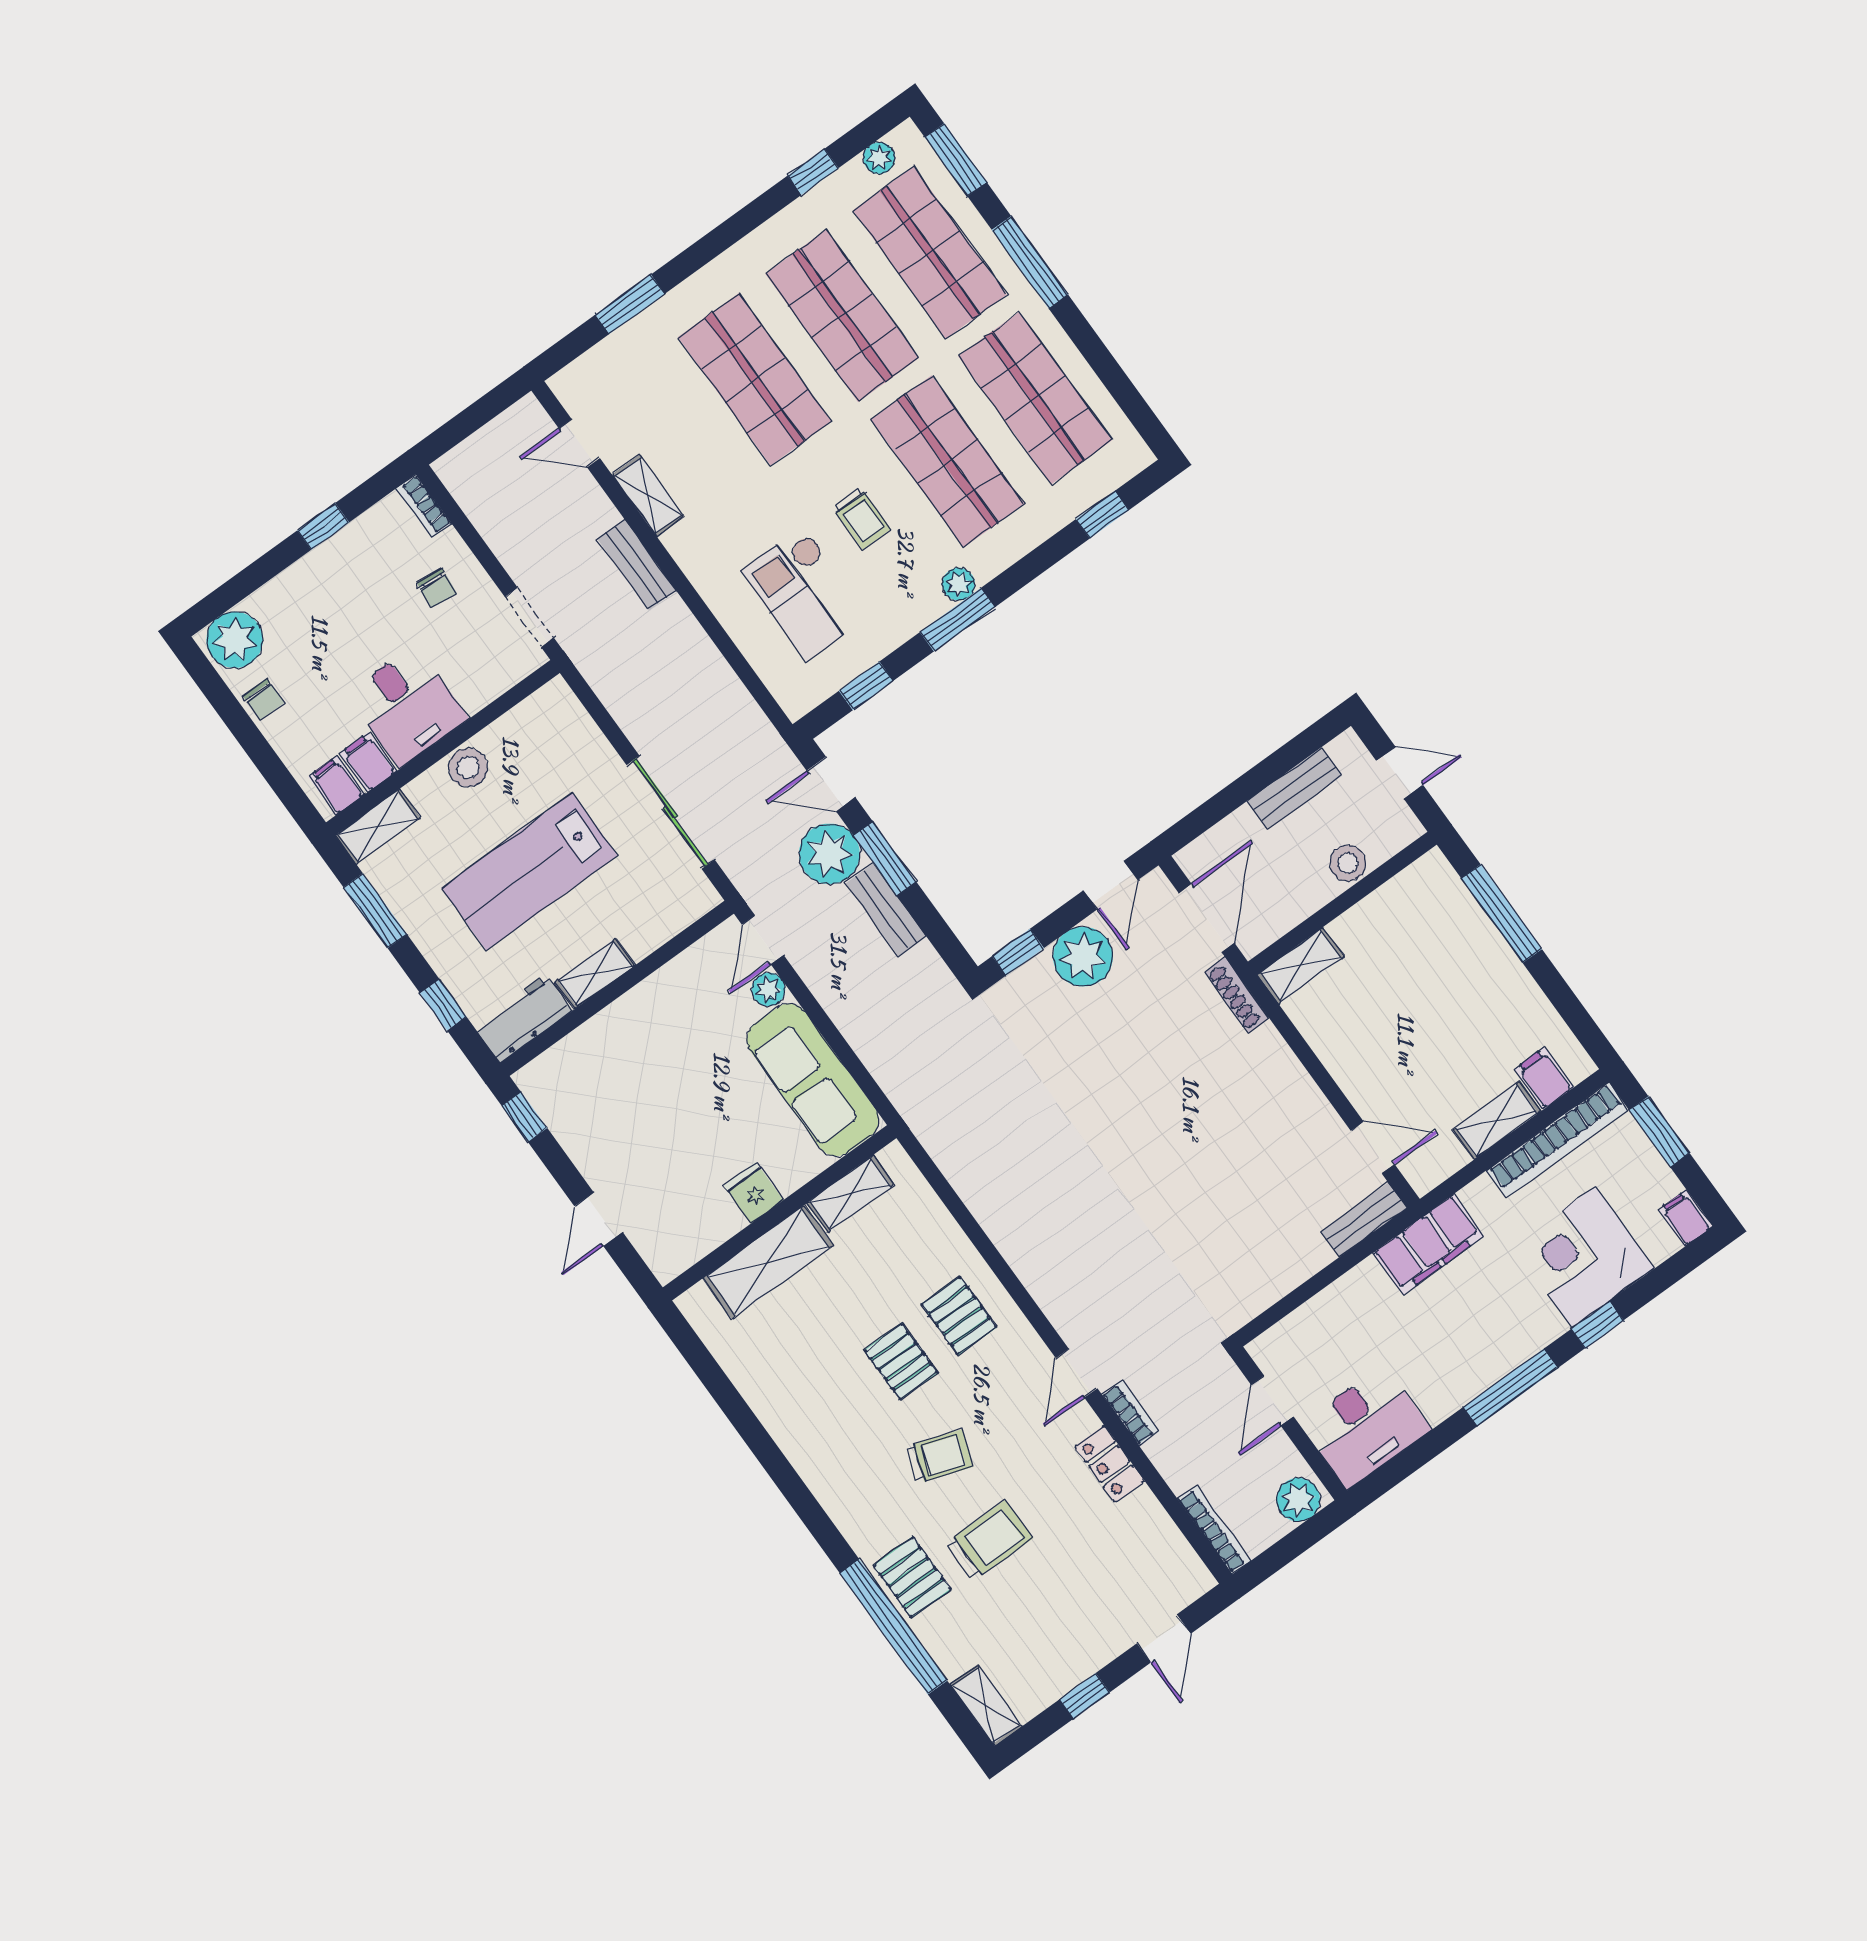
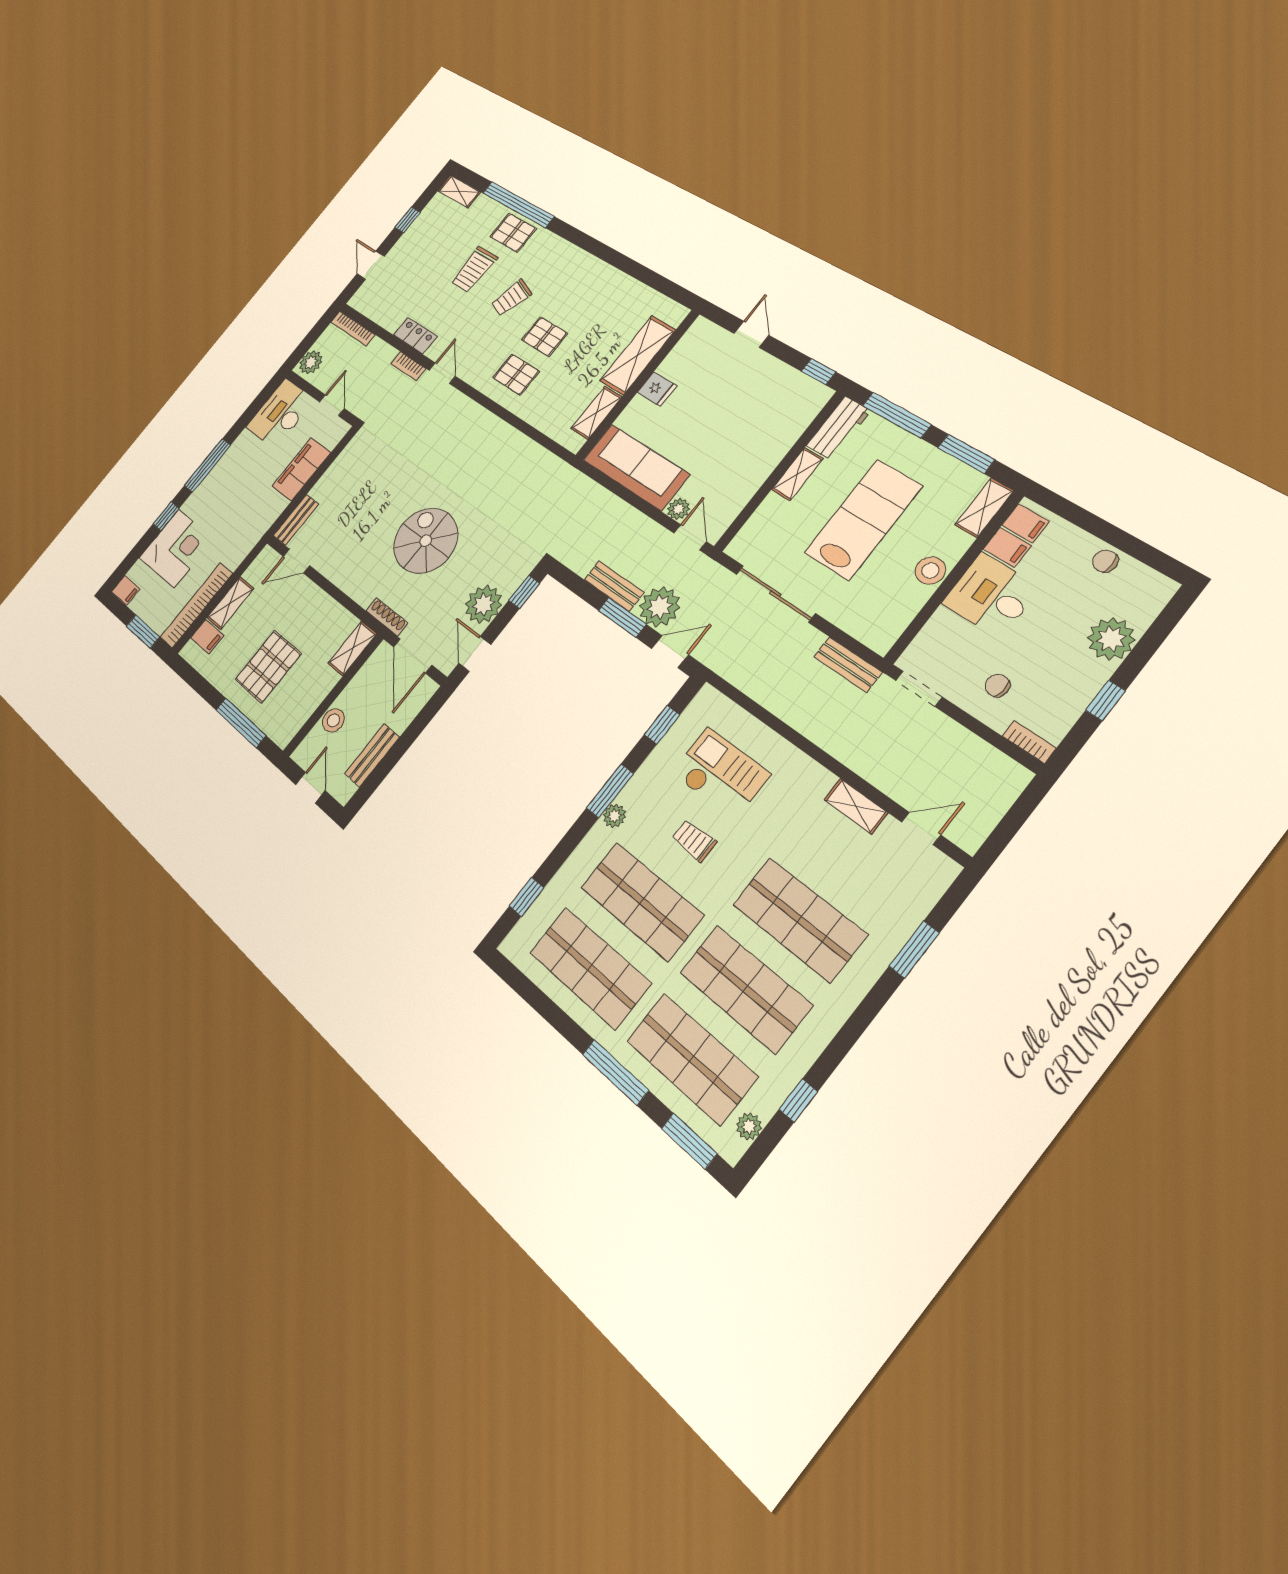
bench: (637, 565) -> (848, 664), moved
plant: (235, 640) -> (1111, 639), moved
door: (1400, 773) -> (310, 788), swing flipped
pallet: (1444, 988) -> (268, 667), added
window: (443, 1005) -> (897, 415), width x2.17
spiral stairs: (1154, 1095) -> (426, 541), added
filing cabinet: (1428, 1244) -> (301, 469), moved

